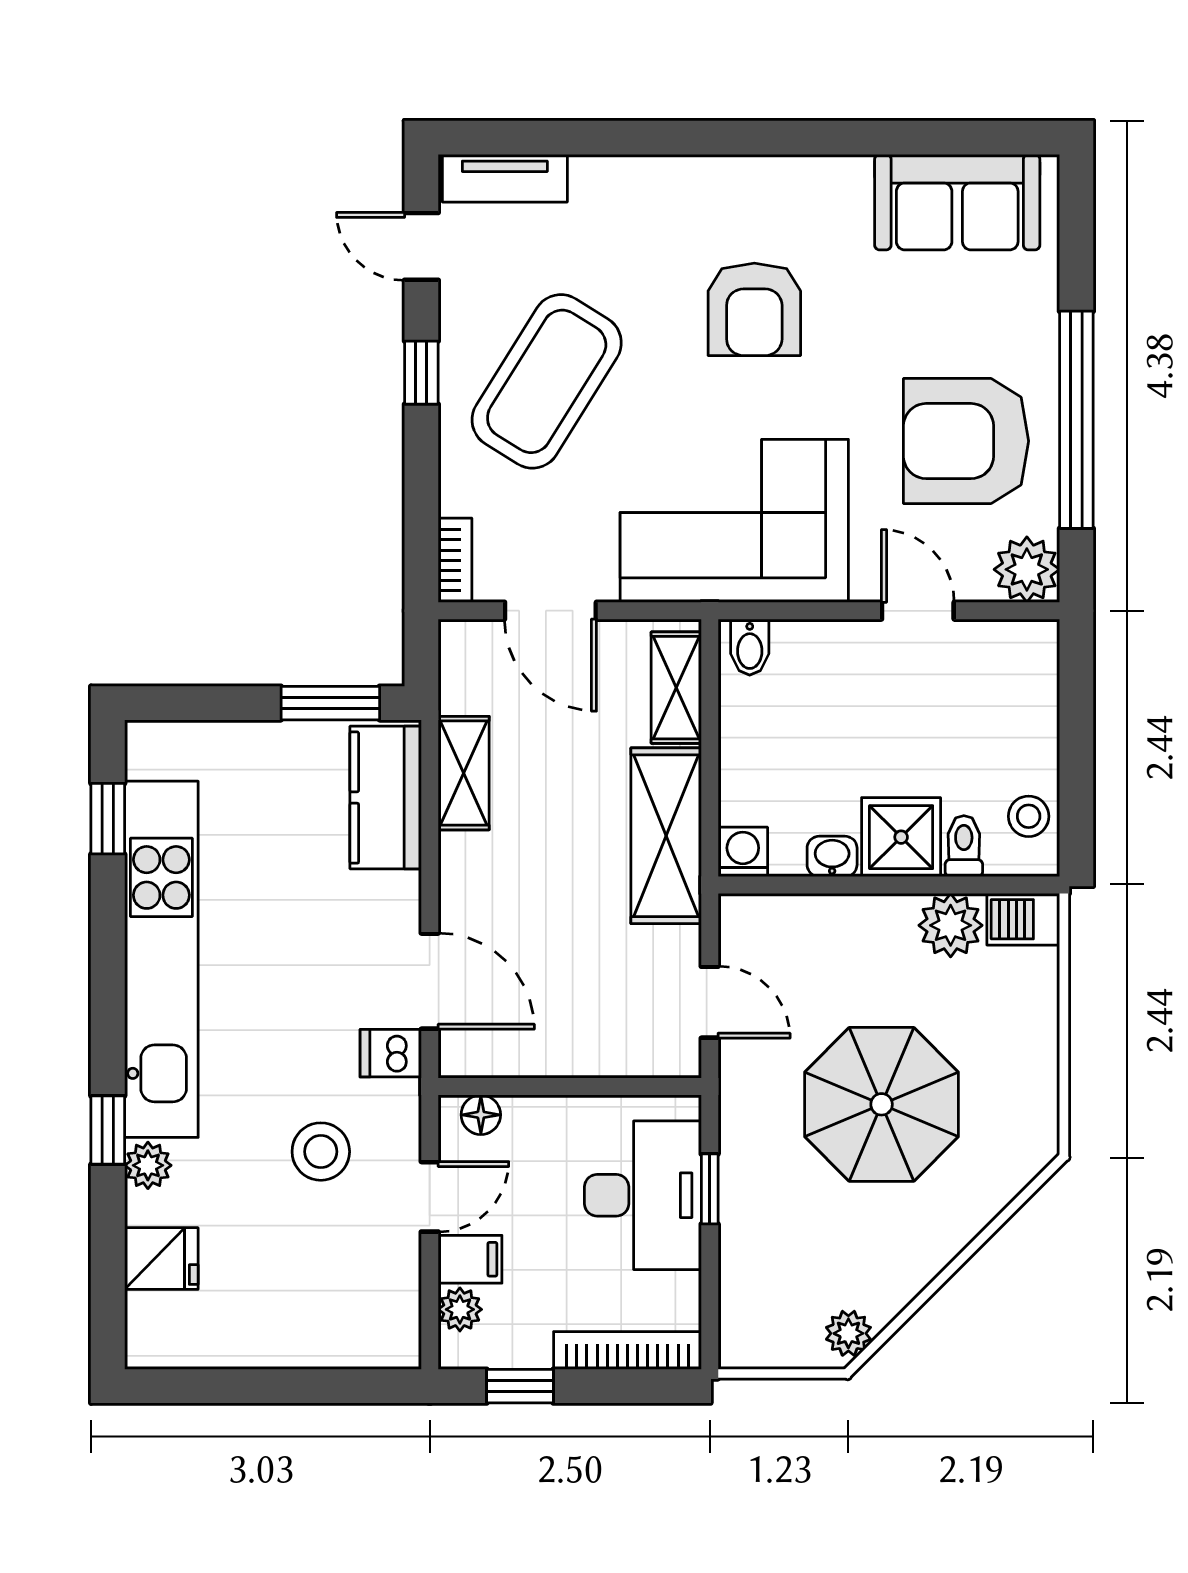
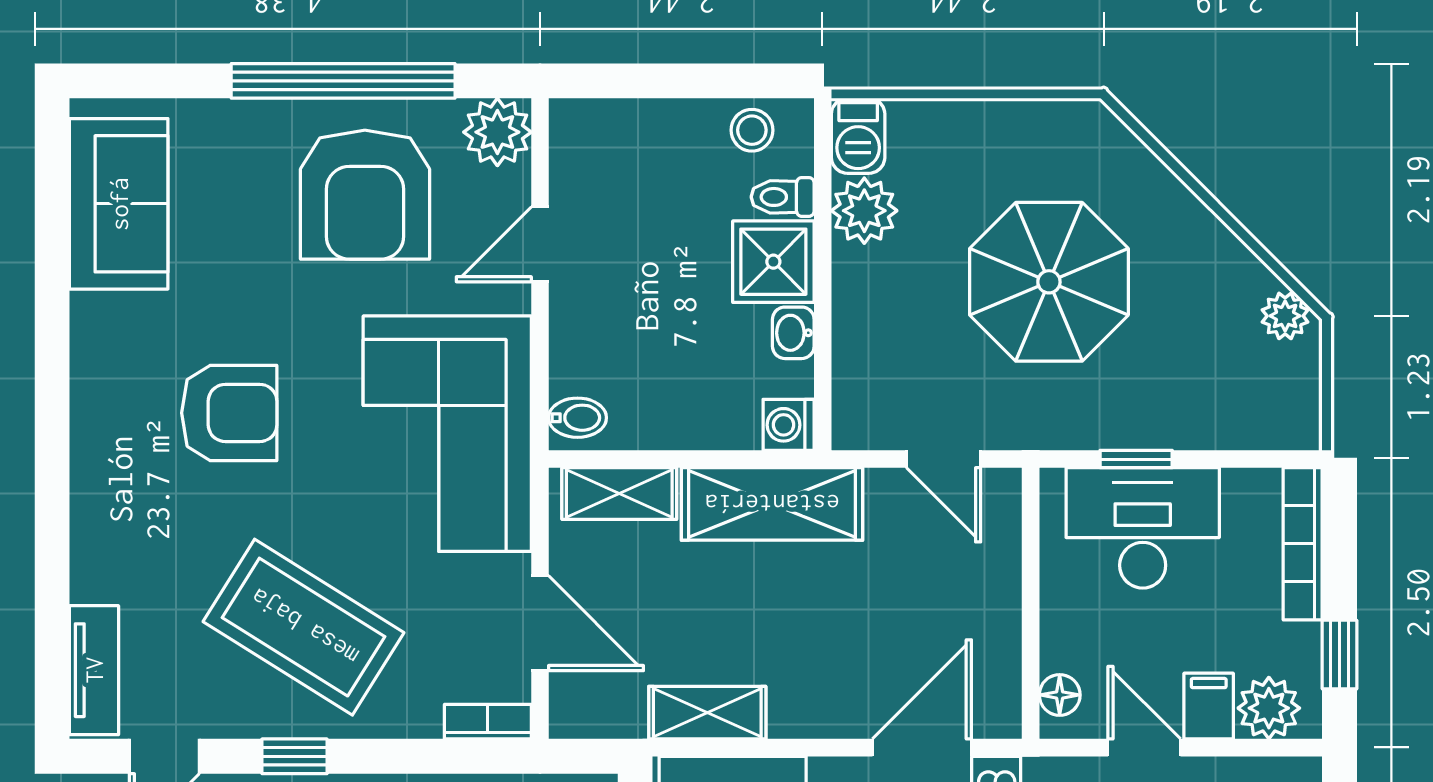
door: (550, 611) -> (540, 623), hinge flipped
door: (710, 1002) -> (944, 459), swing flipped
plant: (460, 1309) -> (1269, 708), width x1.38, depth x1.38

